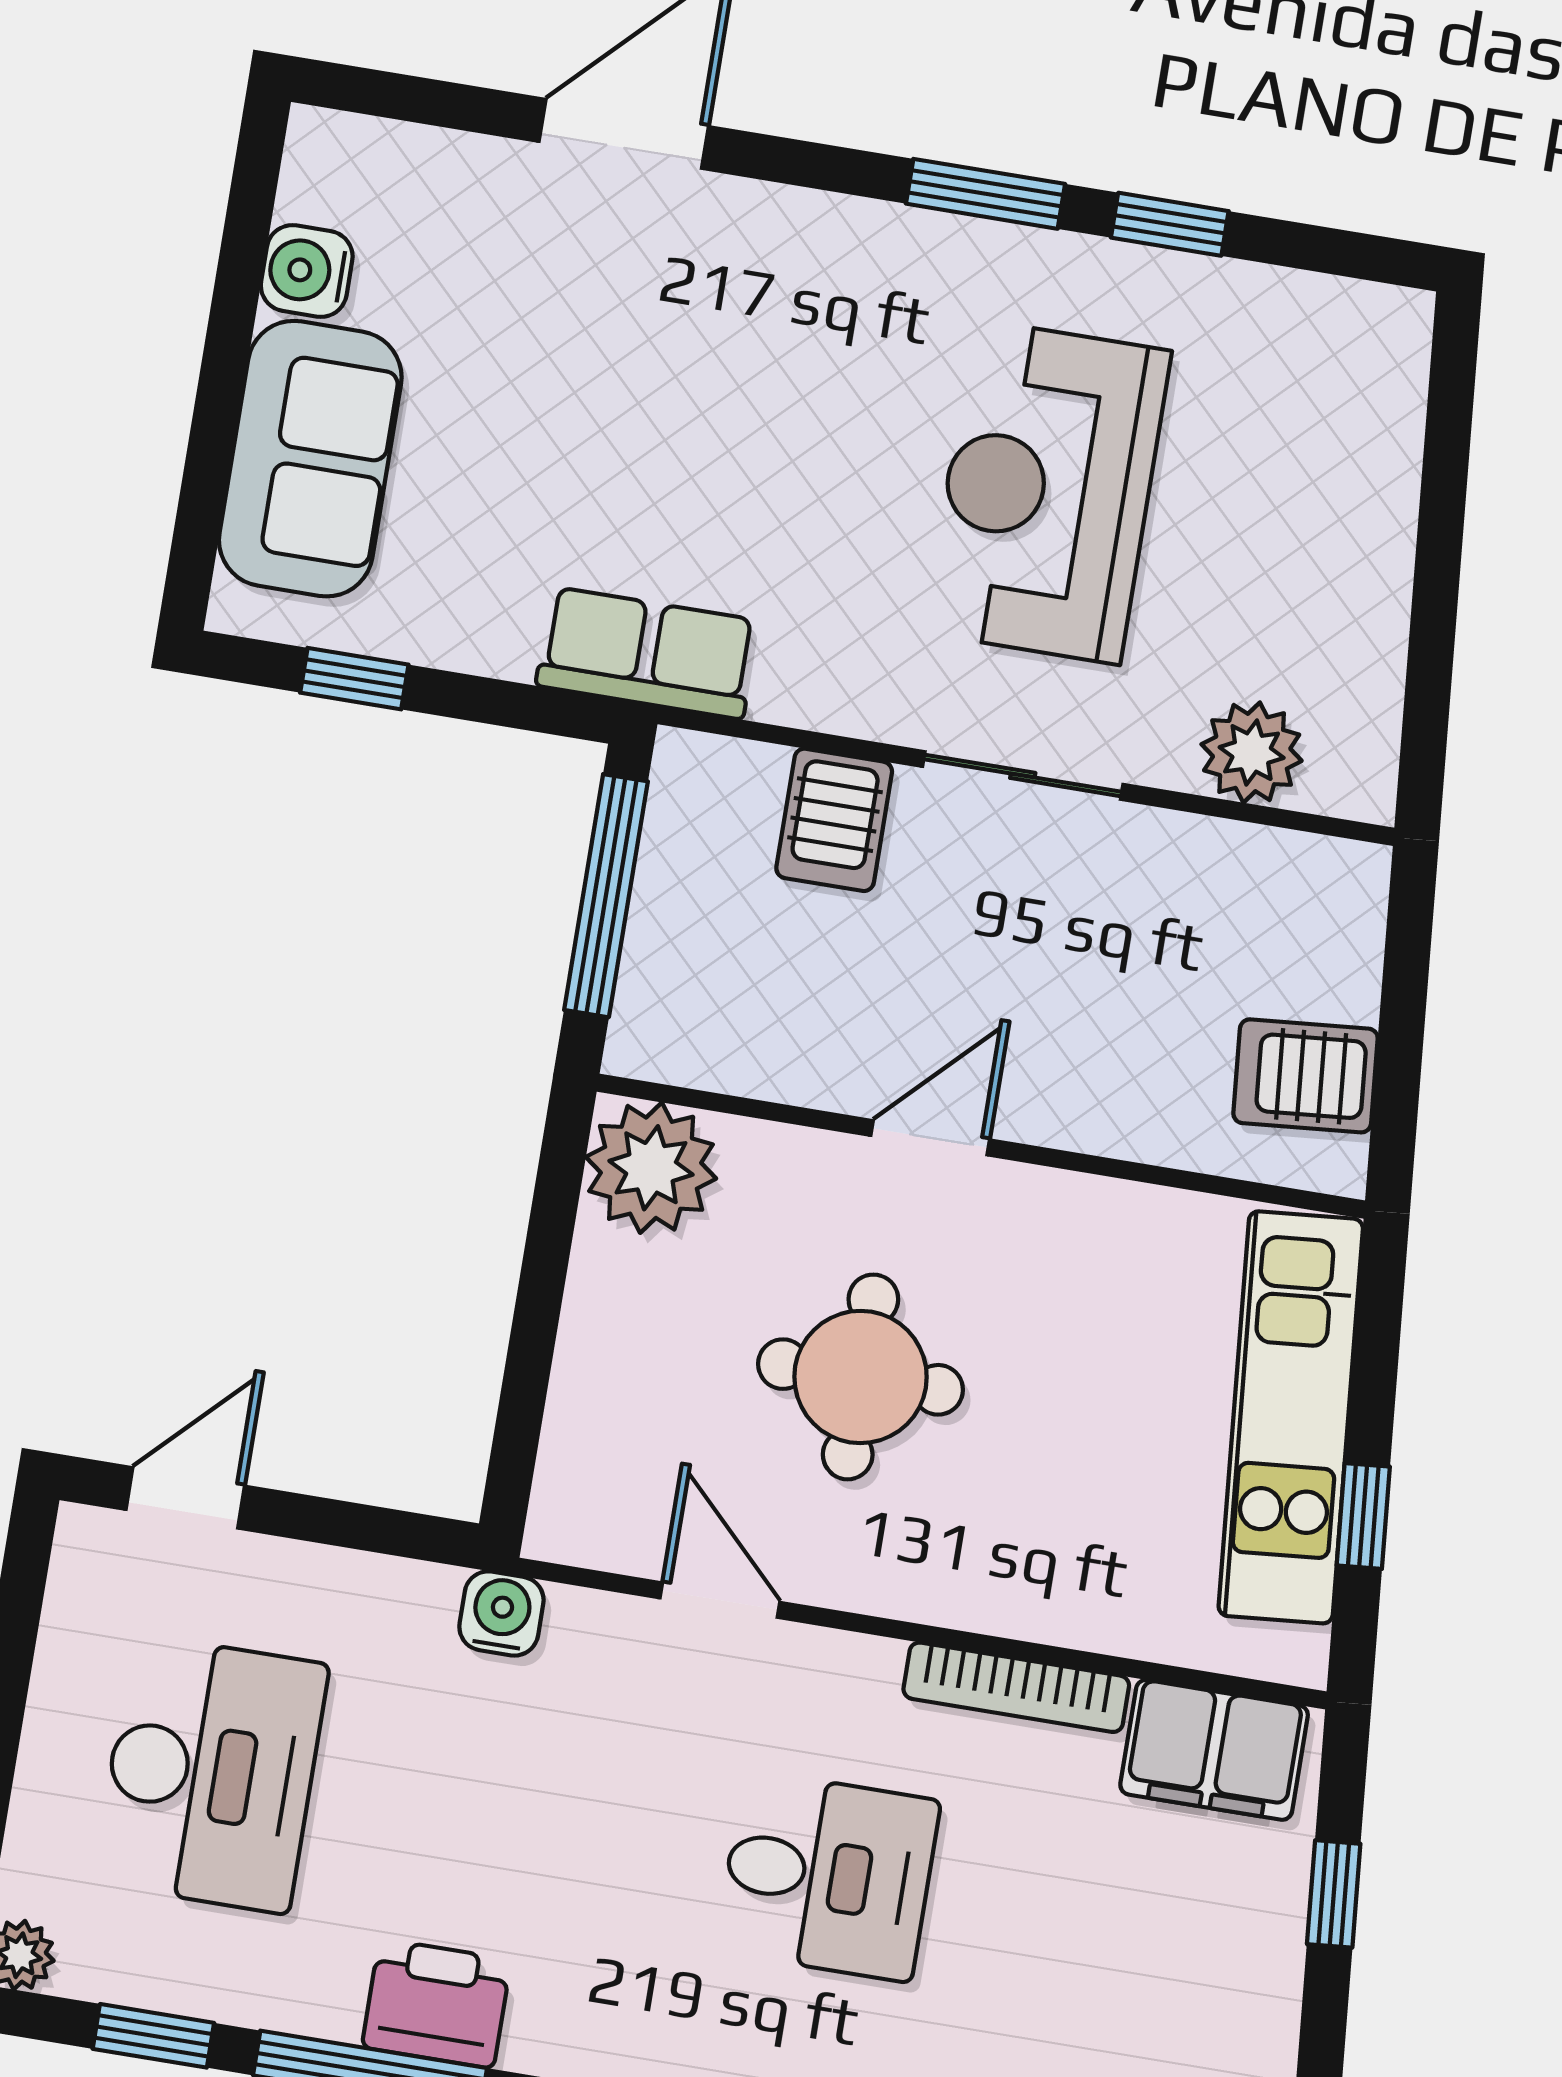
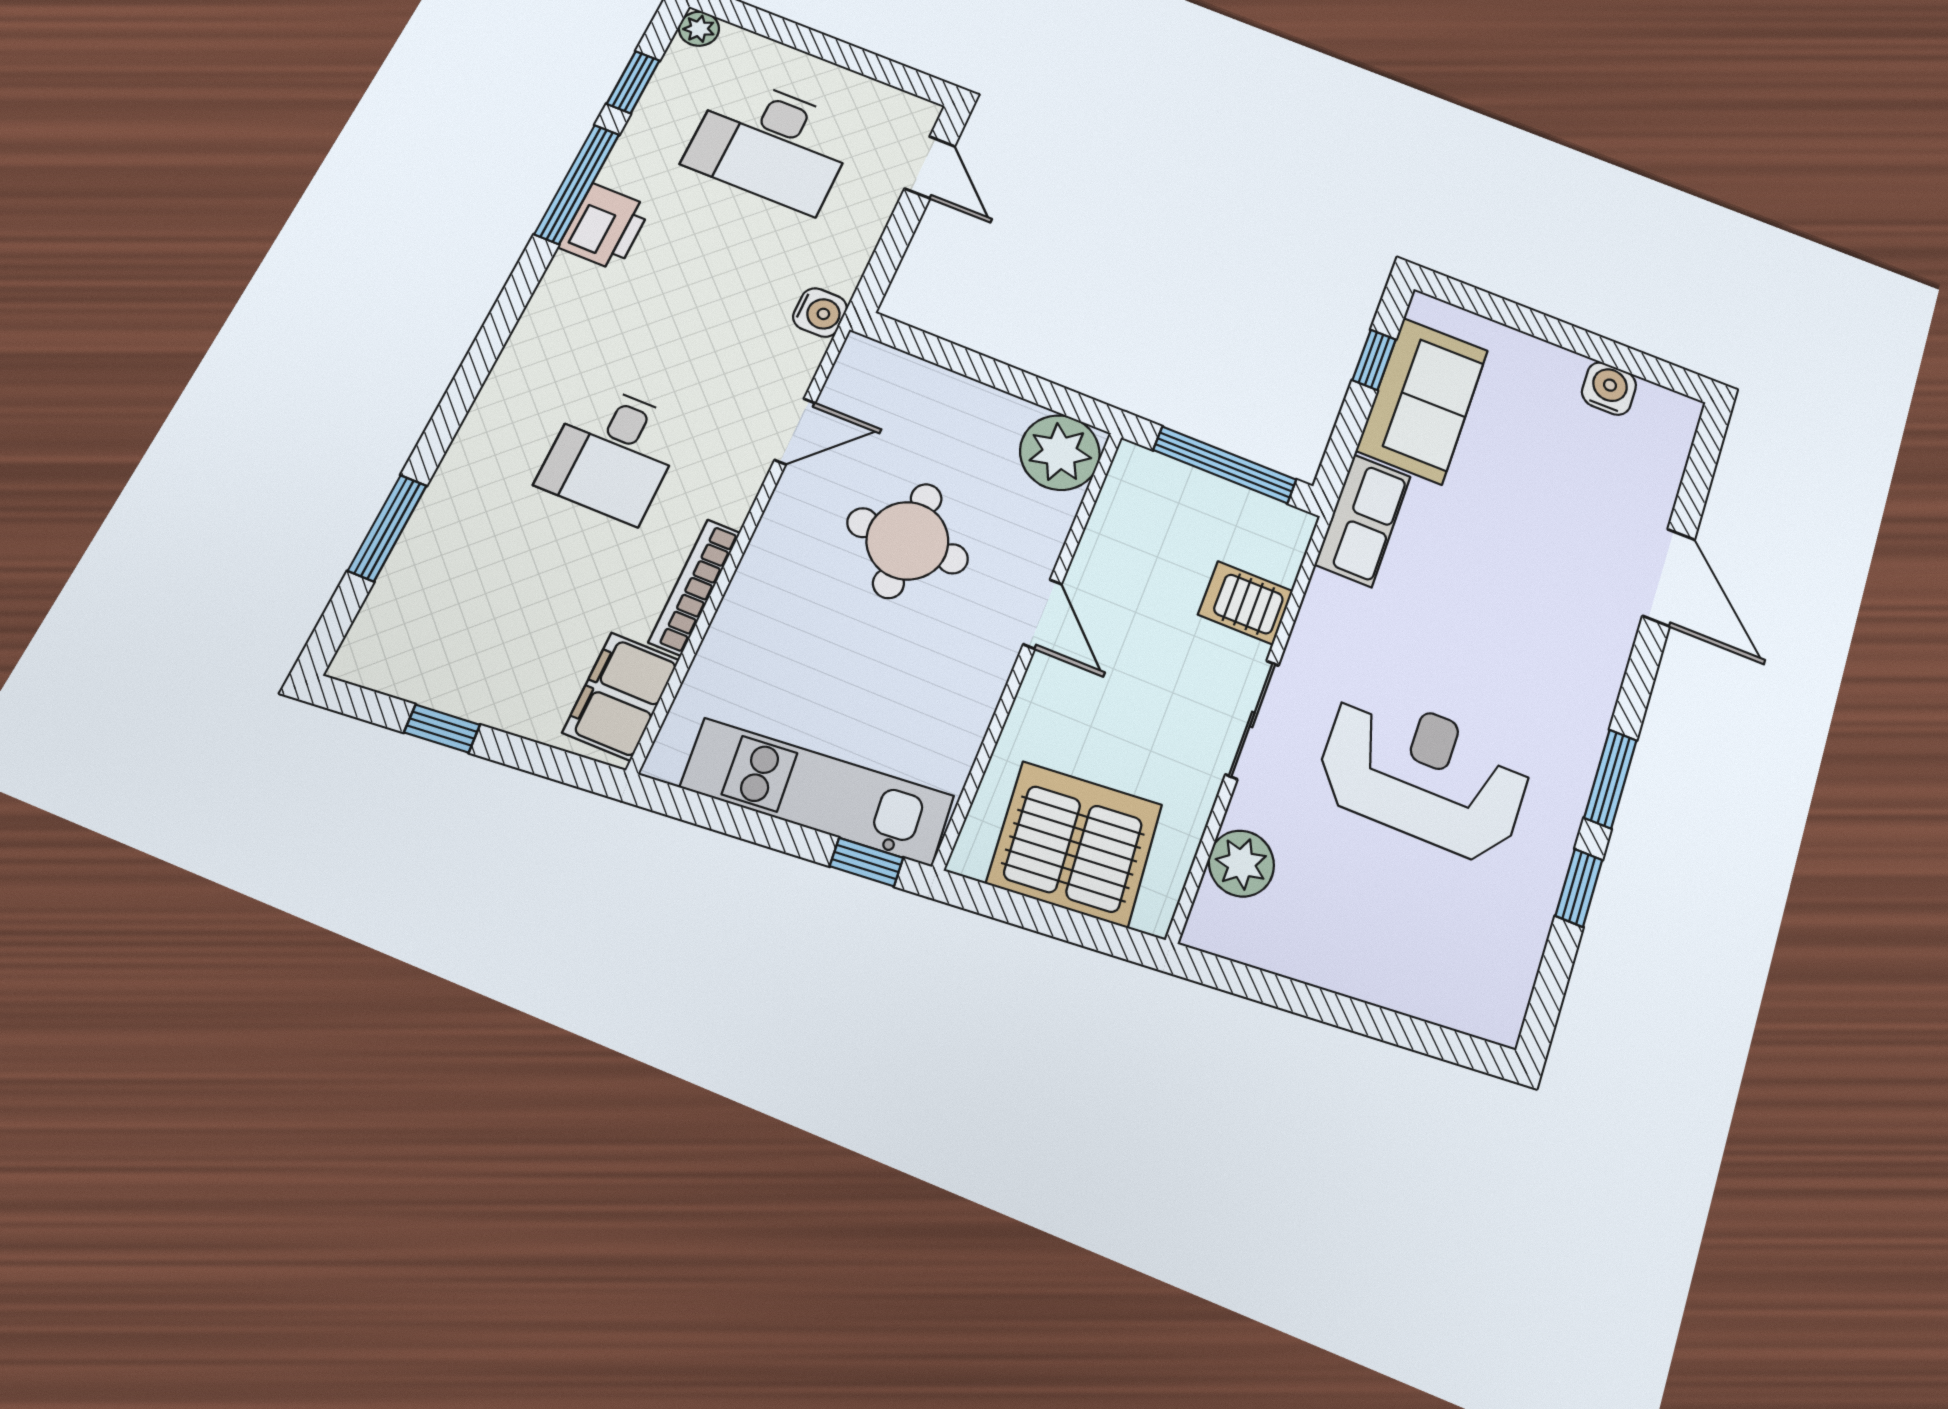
sofa: (310, 459) -> (1422, 400), moved, turned -90
server rack: (1306, 1076) -> (1075, 844), width x2.18, depth x1.44
window: (1363, 1516) -> (866, 862), moved
window: (1334, 1894) -> (442, 729), moved

